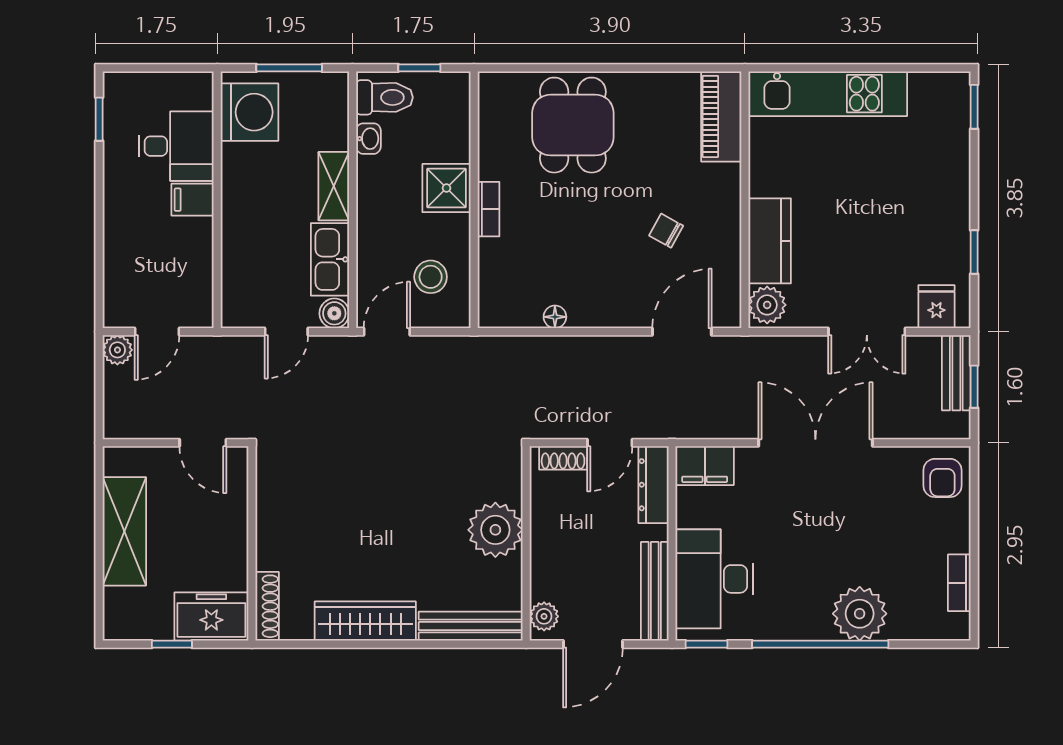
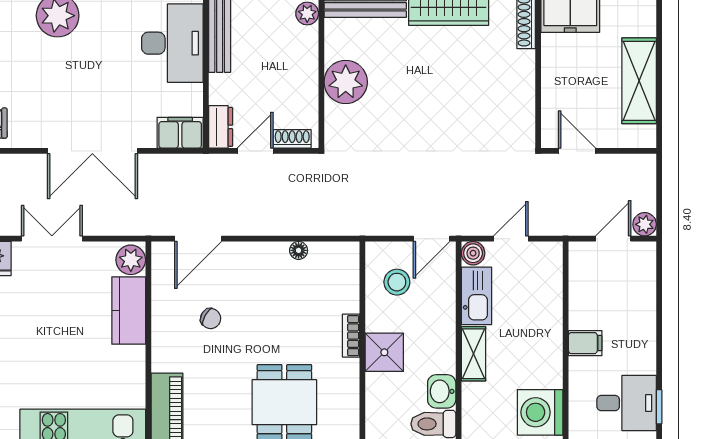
washbasin: (368, 139) -> (442, 391), width x1.38, depth x1.45
desk: (176, 146) -> (627, 403), moved, turned 180
dresser: (653, 485) -> (221, 127), width x0.70

